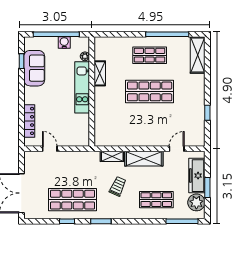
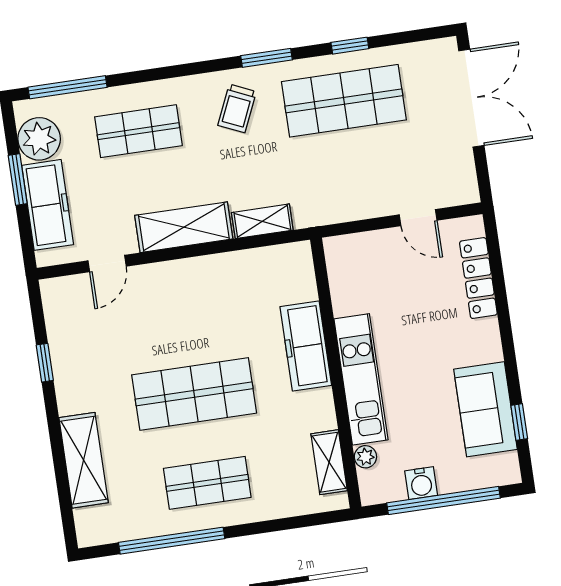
shelving: (198, 55) -> (84, 460), moved
shelving: (100, 73) -> (329, 462), moved
freezer: (102, 104) -> (306, 346), added
trolley: (118, 186) -> (237, 108), moved

